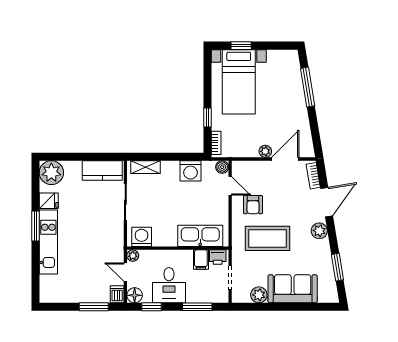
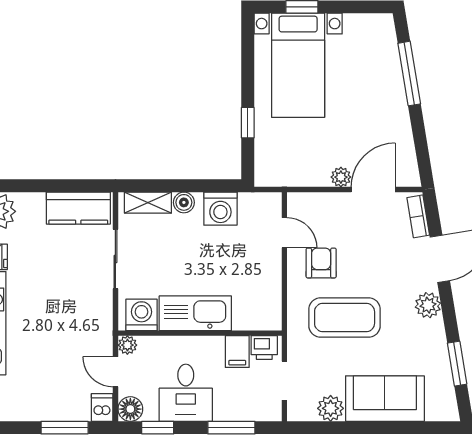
bookcase: (216, 143) -> (262, 164), removed
boiler: (222, 167) -> (184, 202), moved
armchair: (253, 205) -> (321, 263), turned 180
kitchen sink: (200, 236) -> (195, 313), moved

